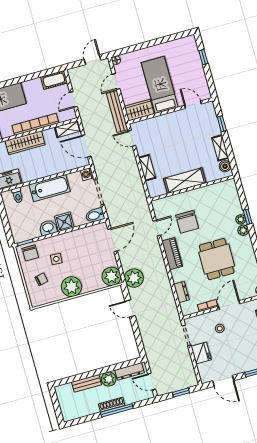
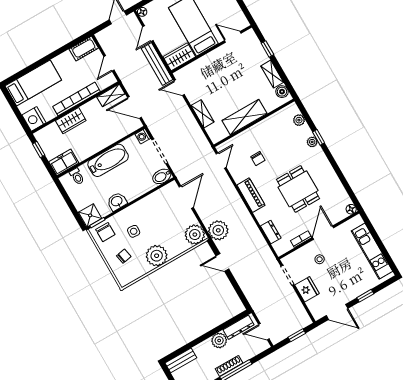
wardrobe: (25, 143) -> (71, 121), width x0.67
shower: (64, 222) -> (90, 215), moved
chair: (187, 222) -> (258, 158), width x0.54, depth x0.54
door: (157, 228) -> (221, 161), moved
plant: (243, 230) -> (299, 120), moved
bench: (87, 383) -> (181, 360), moved

